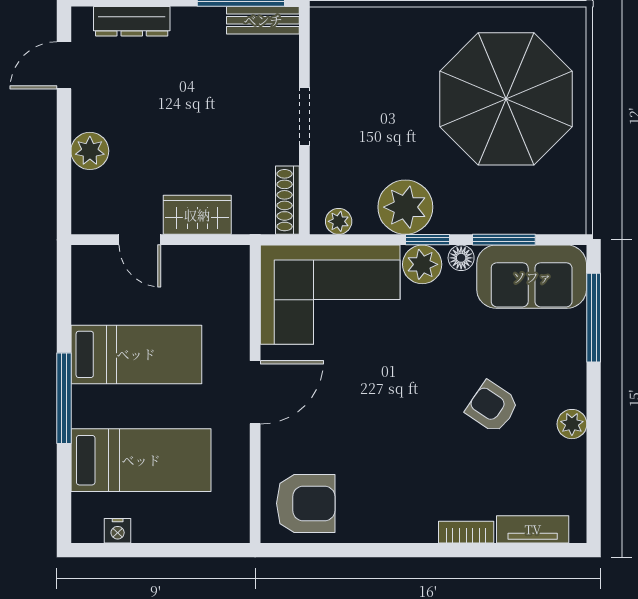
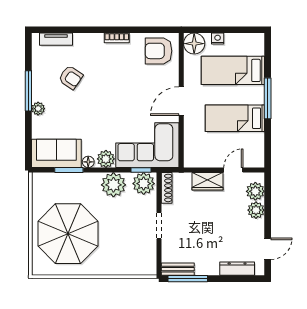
plant: (91, 193) -> (255, 191), added
plant: (339, 221) -> (144, 184), width x1.87, depth x1.87
door: (140, 240) -> (233, 170), hinge flipped
window: (427, 240) -> (141, 170), moved
window: (594, 318) -> (28, 91), moved
armchair: (492, 407) -> (71, 77), moved
plant: (572, 424) -> (38, 109), moved
floor lamp: (227, 520) -> (194, 44), added
nightstand: (118, 531) -> (218, 39), moved
bookcase: (466, 532) -> (117, 38), moved

